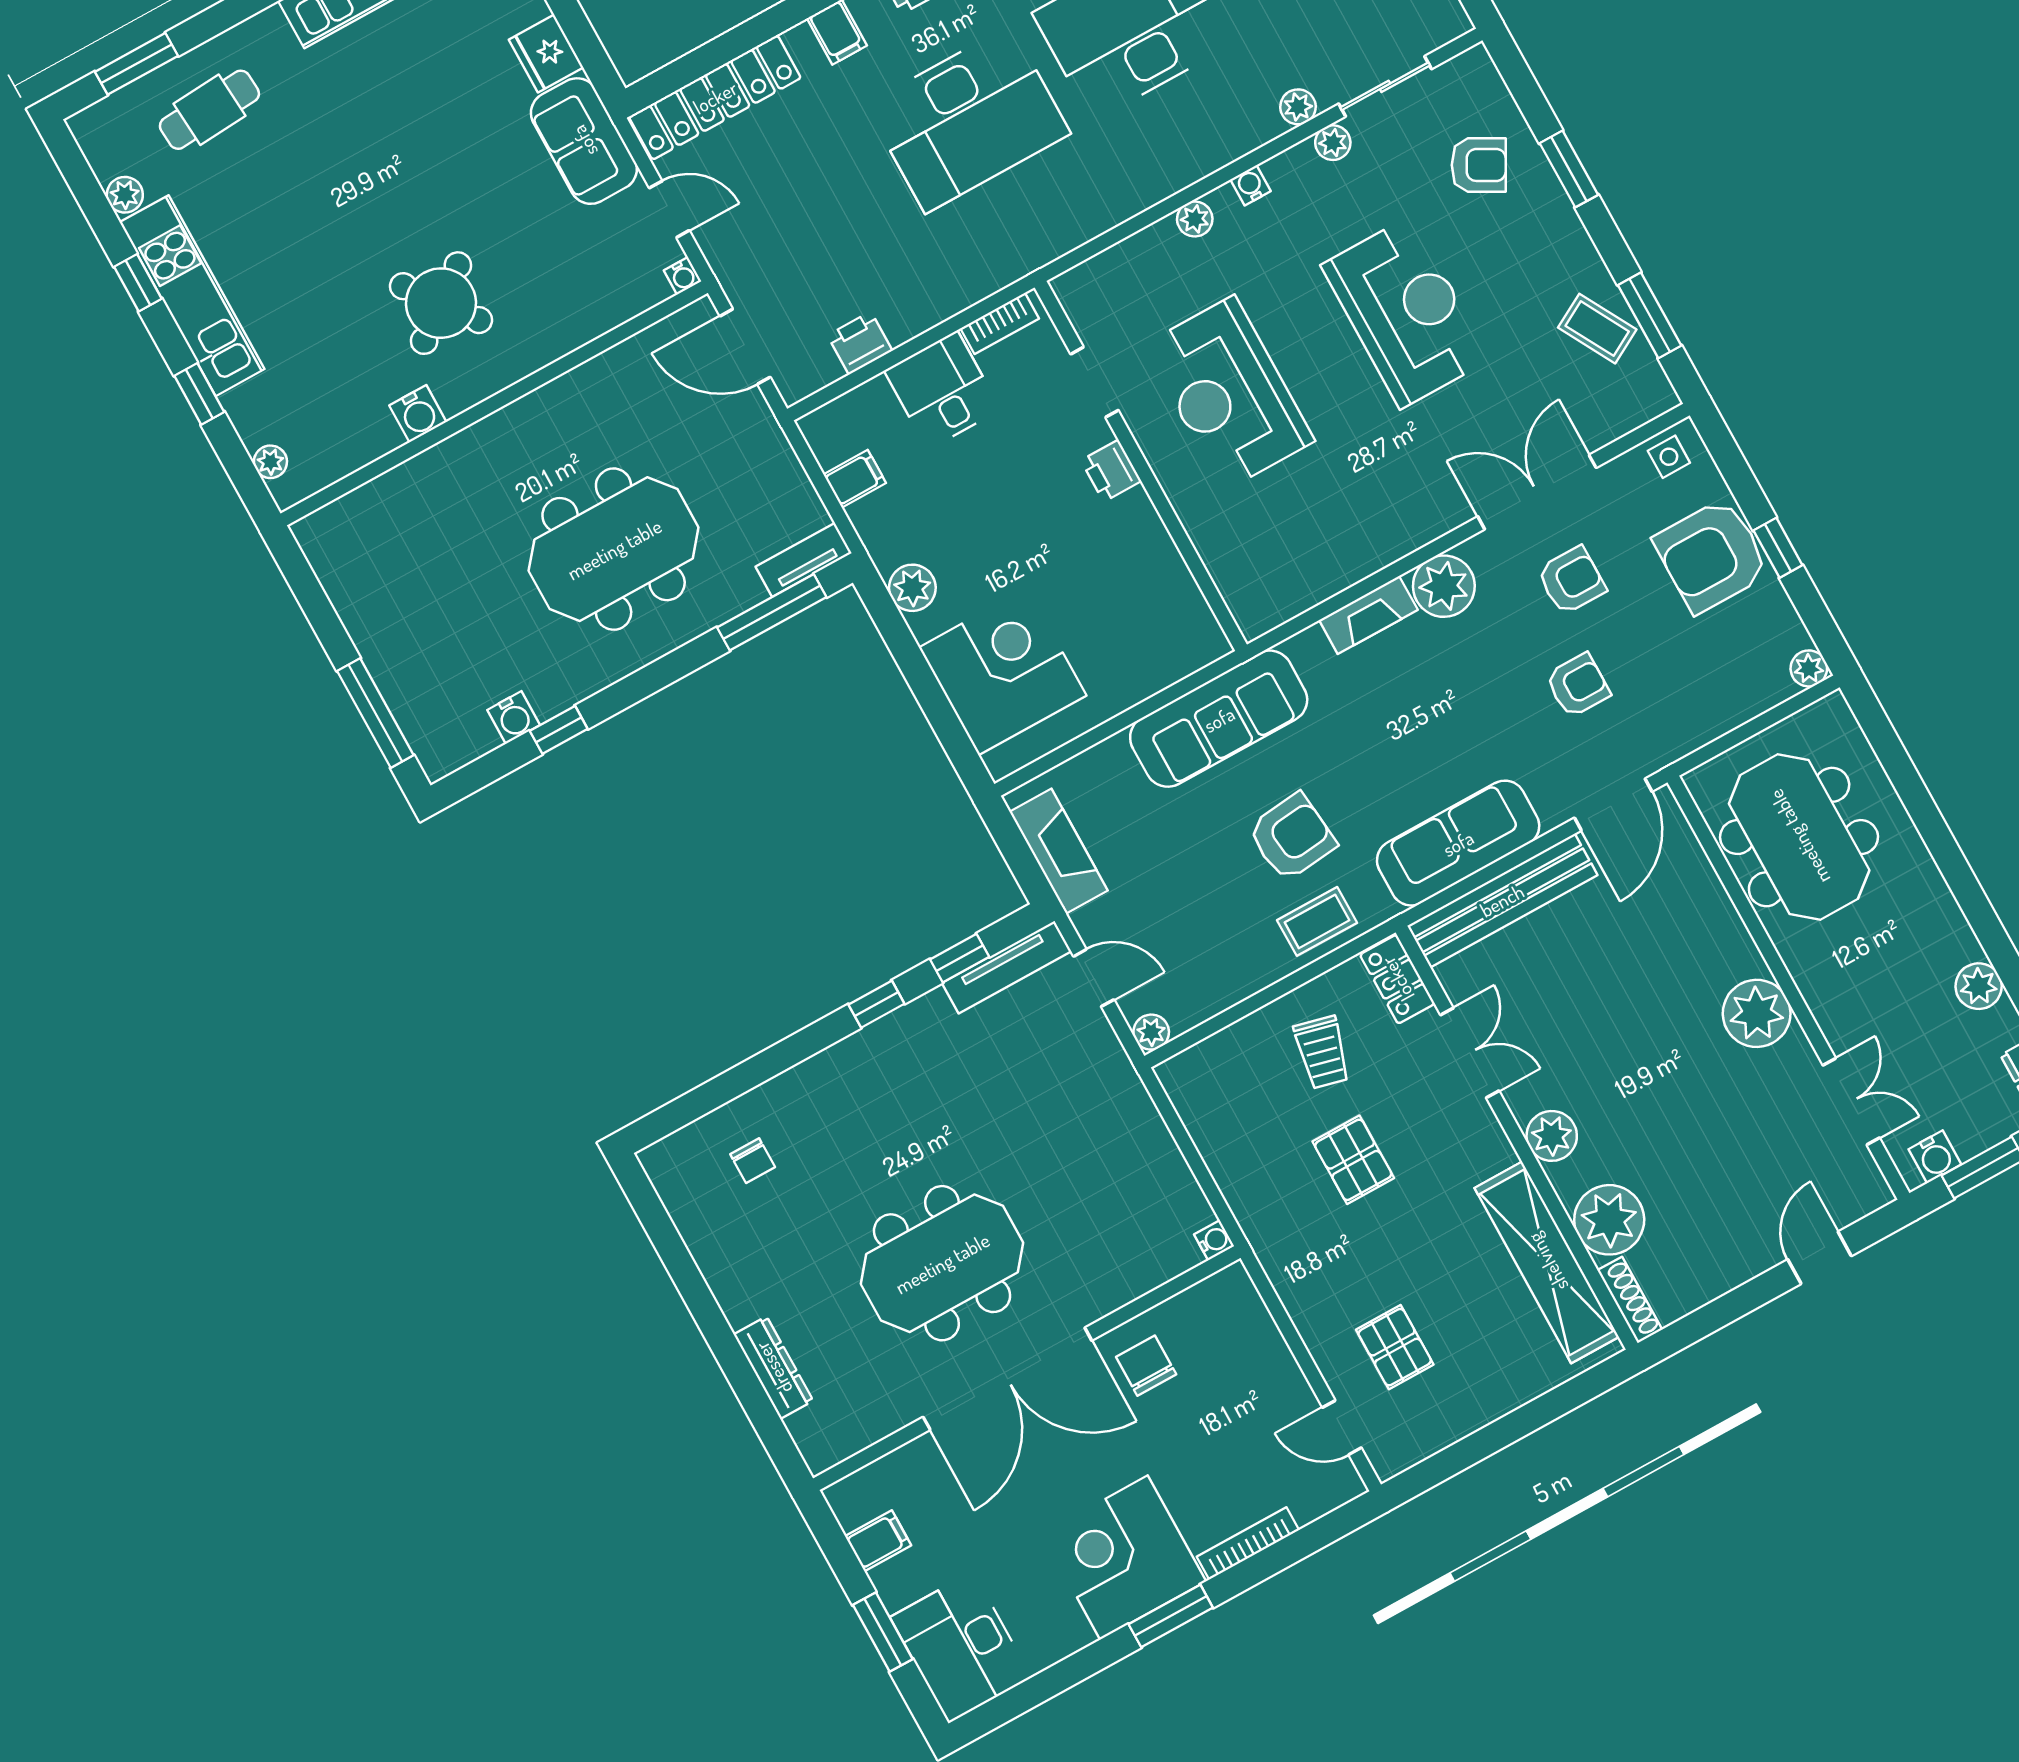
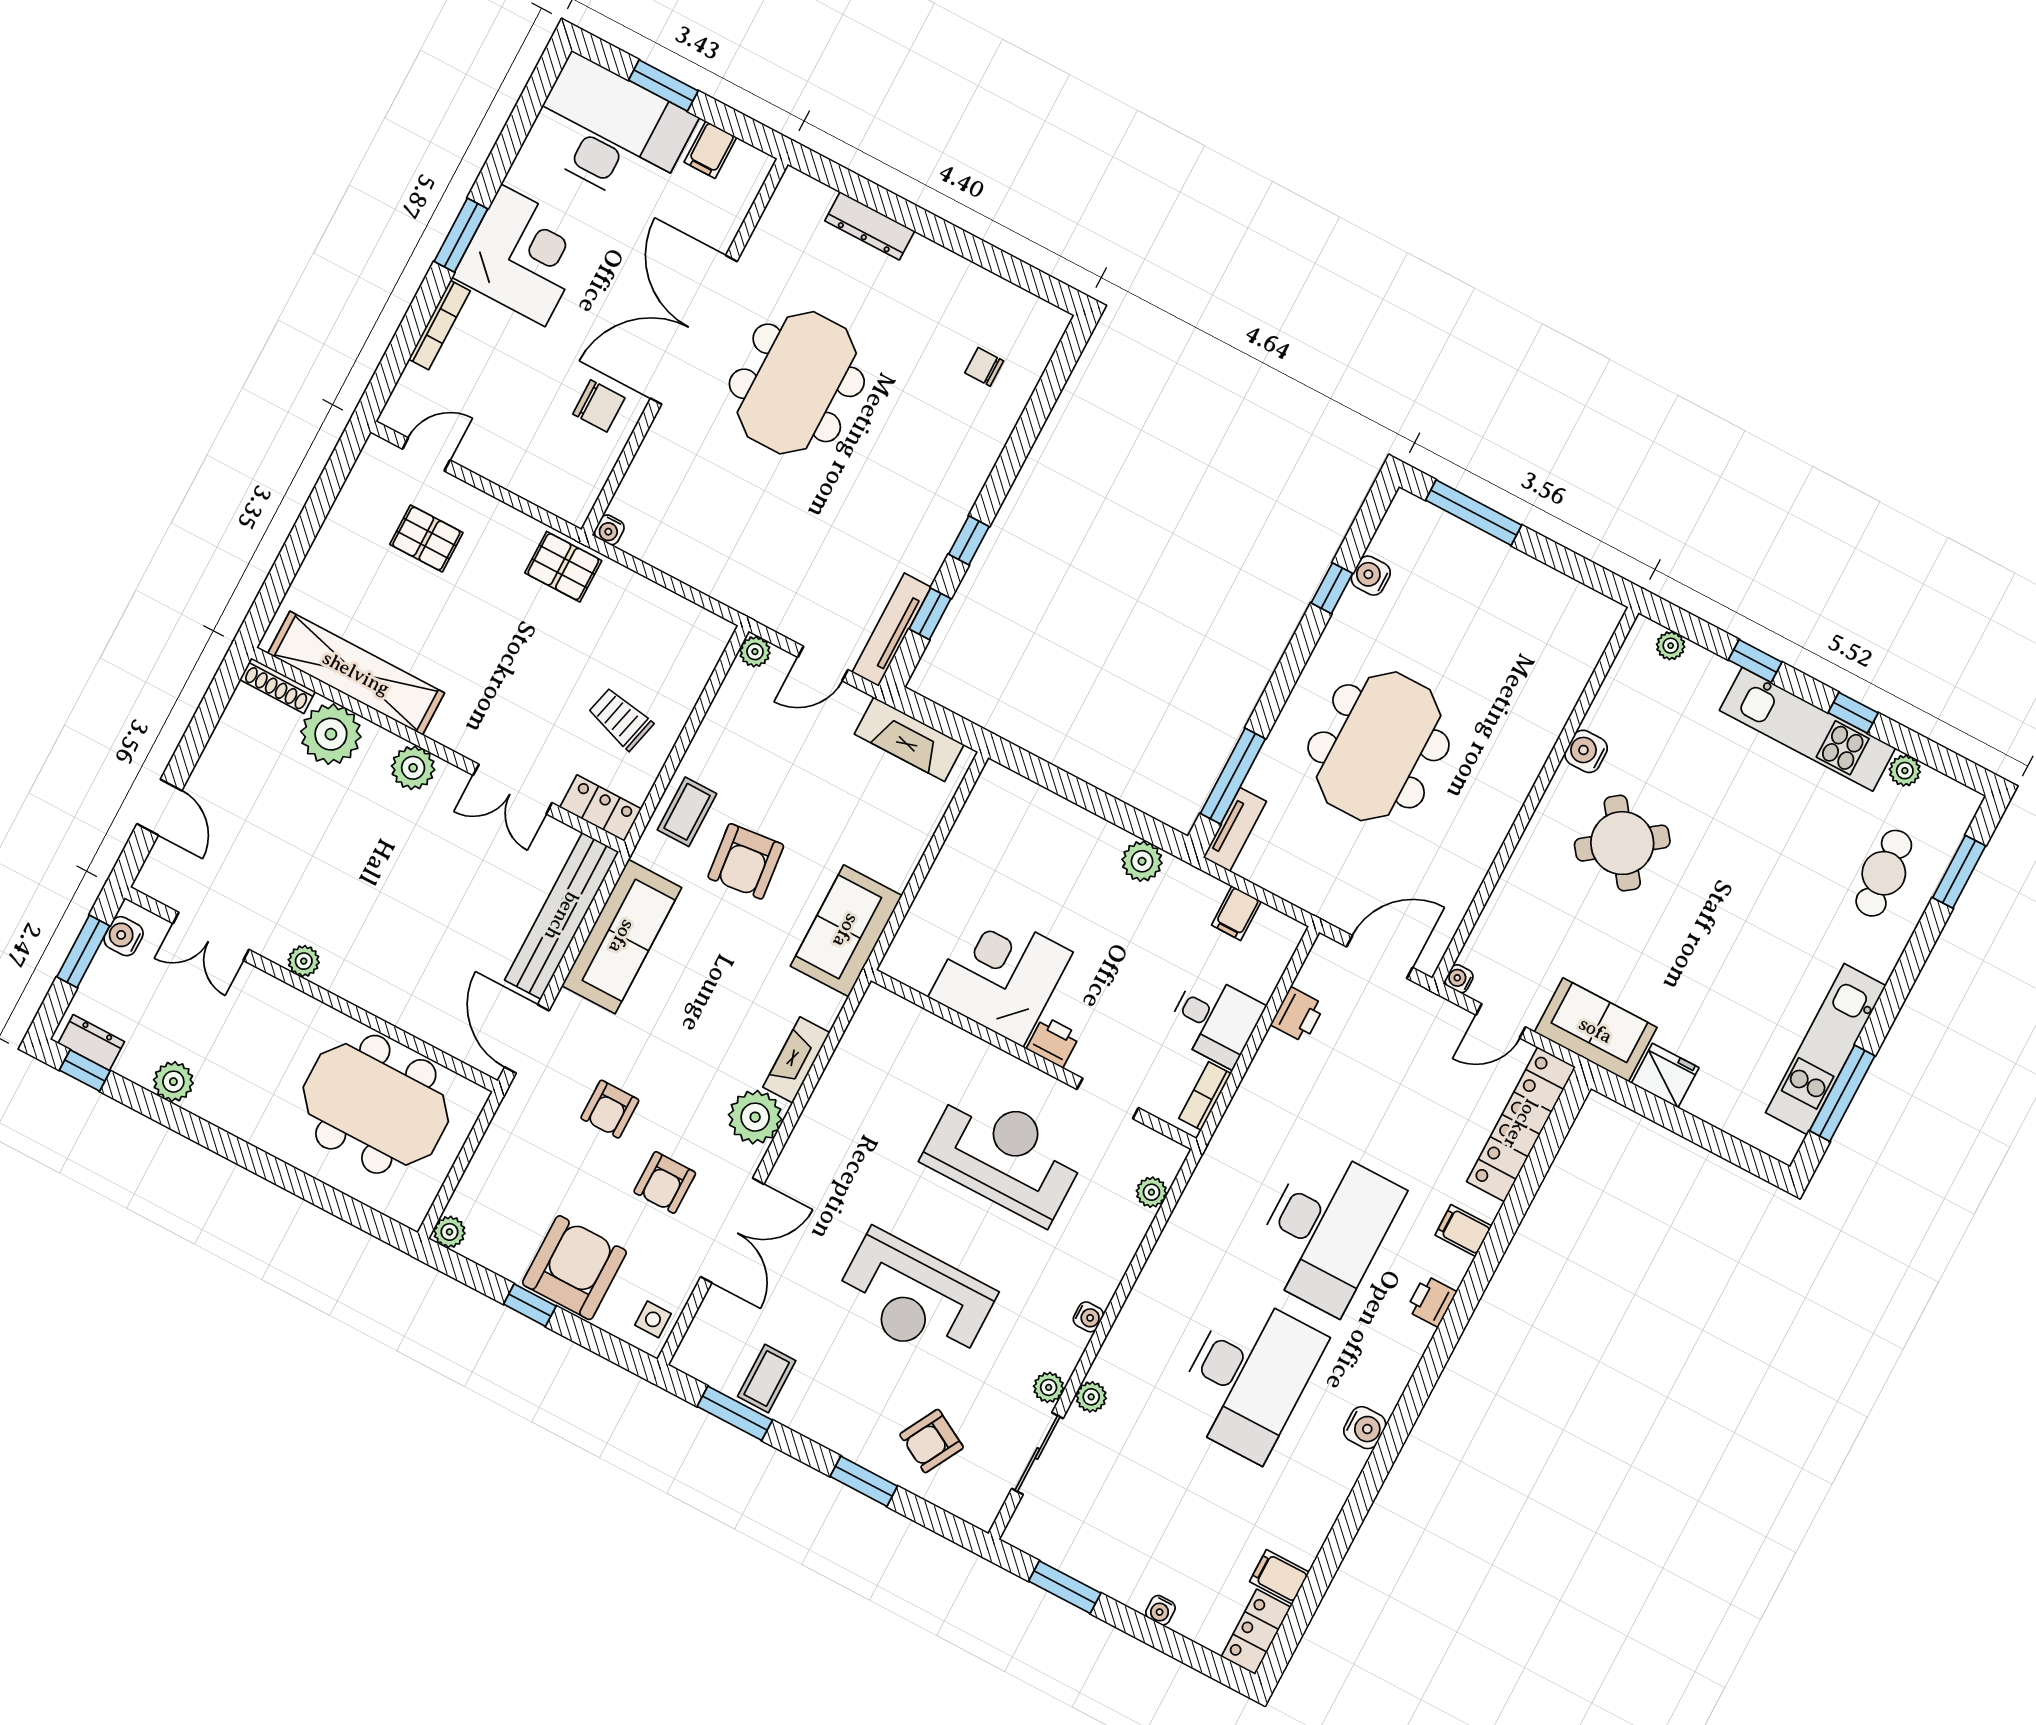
desk: (968, 119) -> (1326, 1230), turned 180
plant: (1195, 219) -> (1151, 1192), moved
coffee table: (1597, 329) -> (767, 1378), turned -61
corner desk: (1003, 672) -> (1001, 975), moved, turned 180
sofa: (1219, 719) -> (846, 931), width x0.73
plant: (1757, 1013) -> (304, 961), width x0.53, depth x0.53
pallet: (1353, 1160) -> (563, 567), moved
desk: (961, 1647) -> (610, 132), width x1.36, depth x1.30

